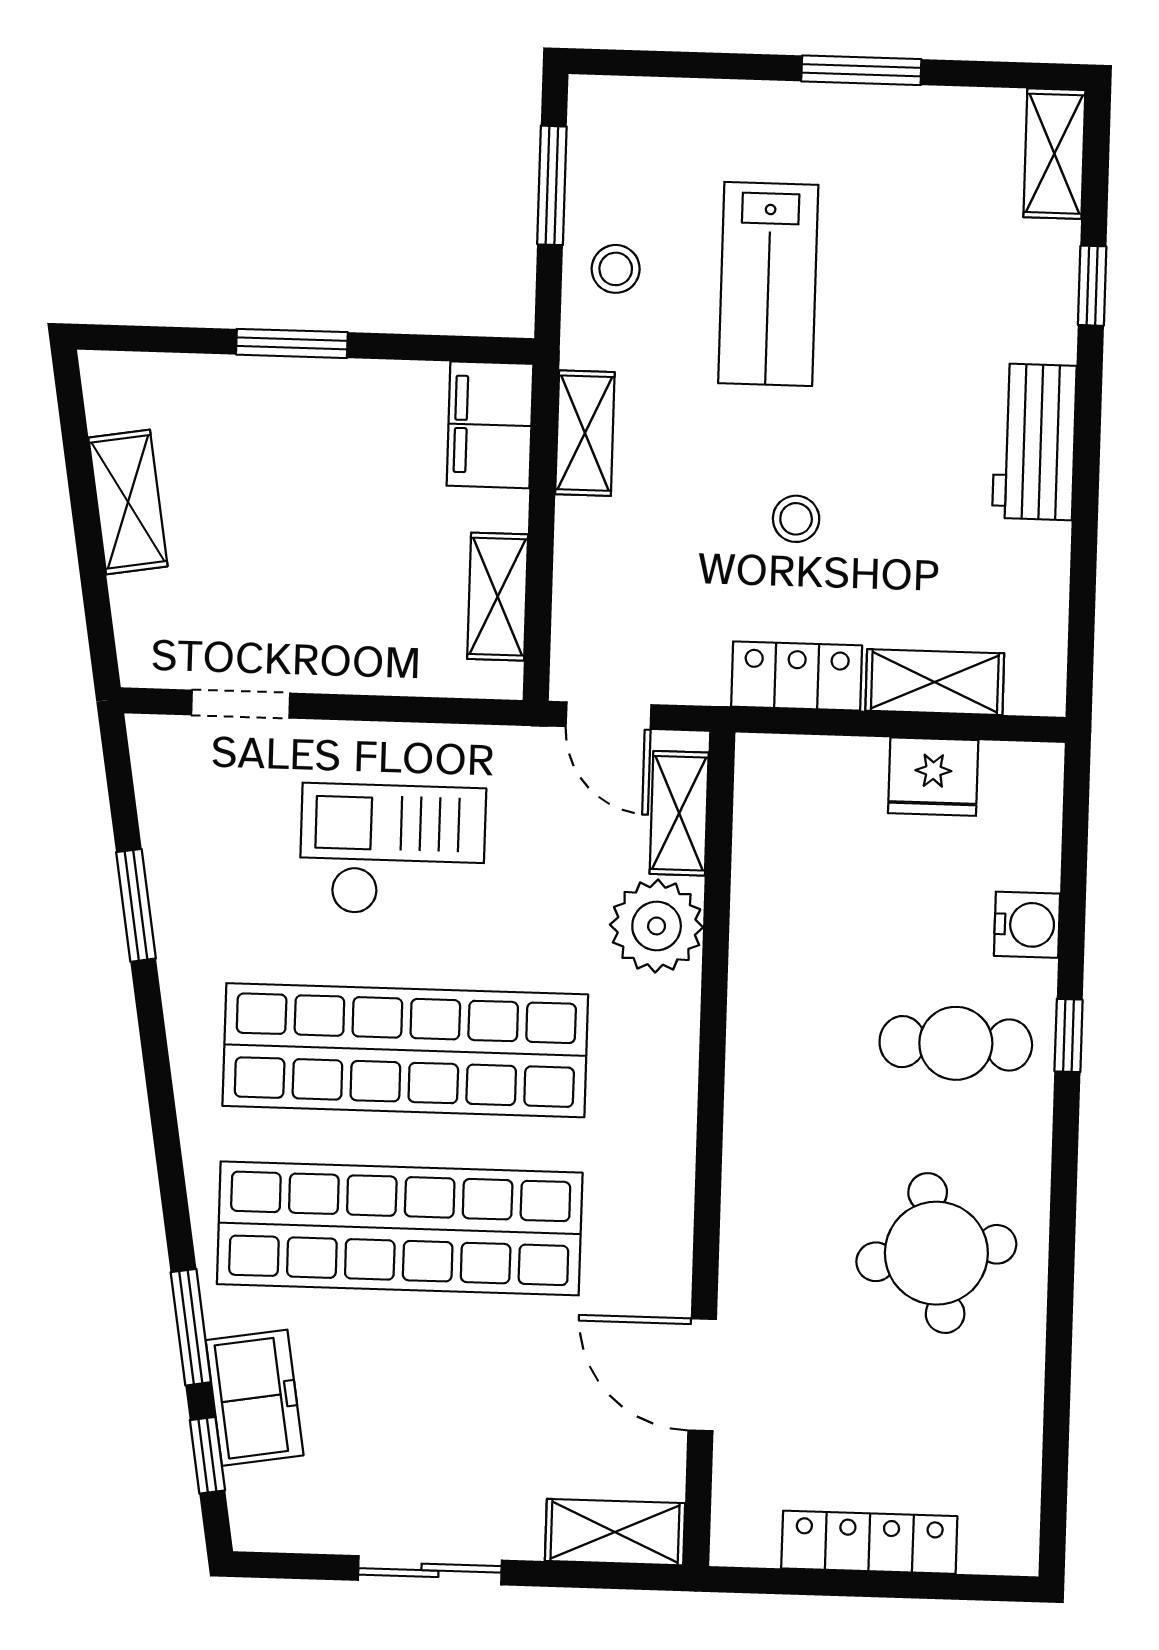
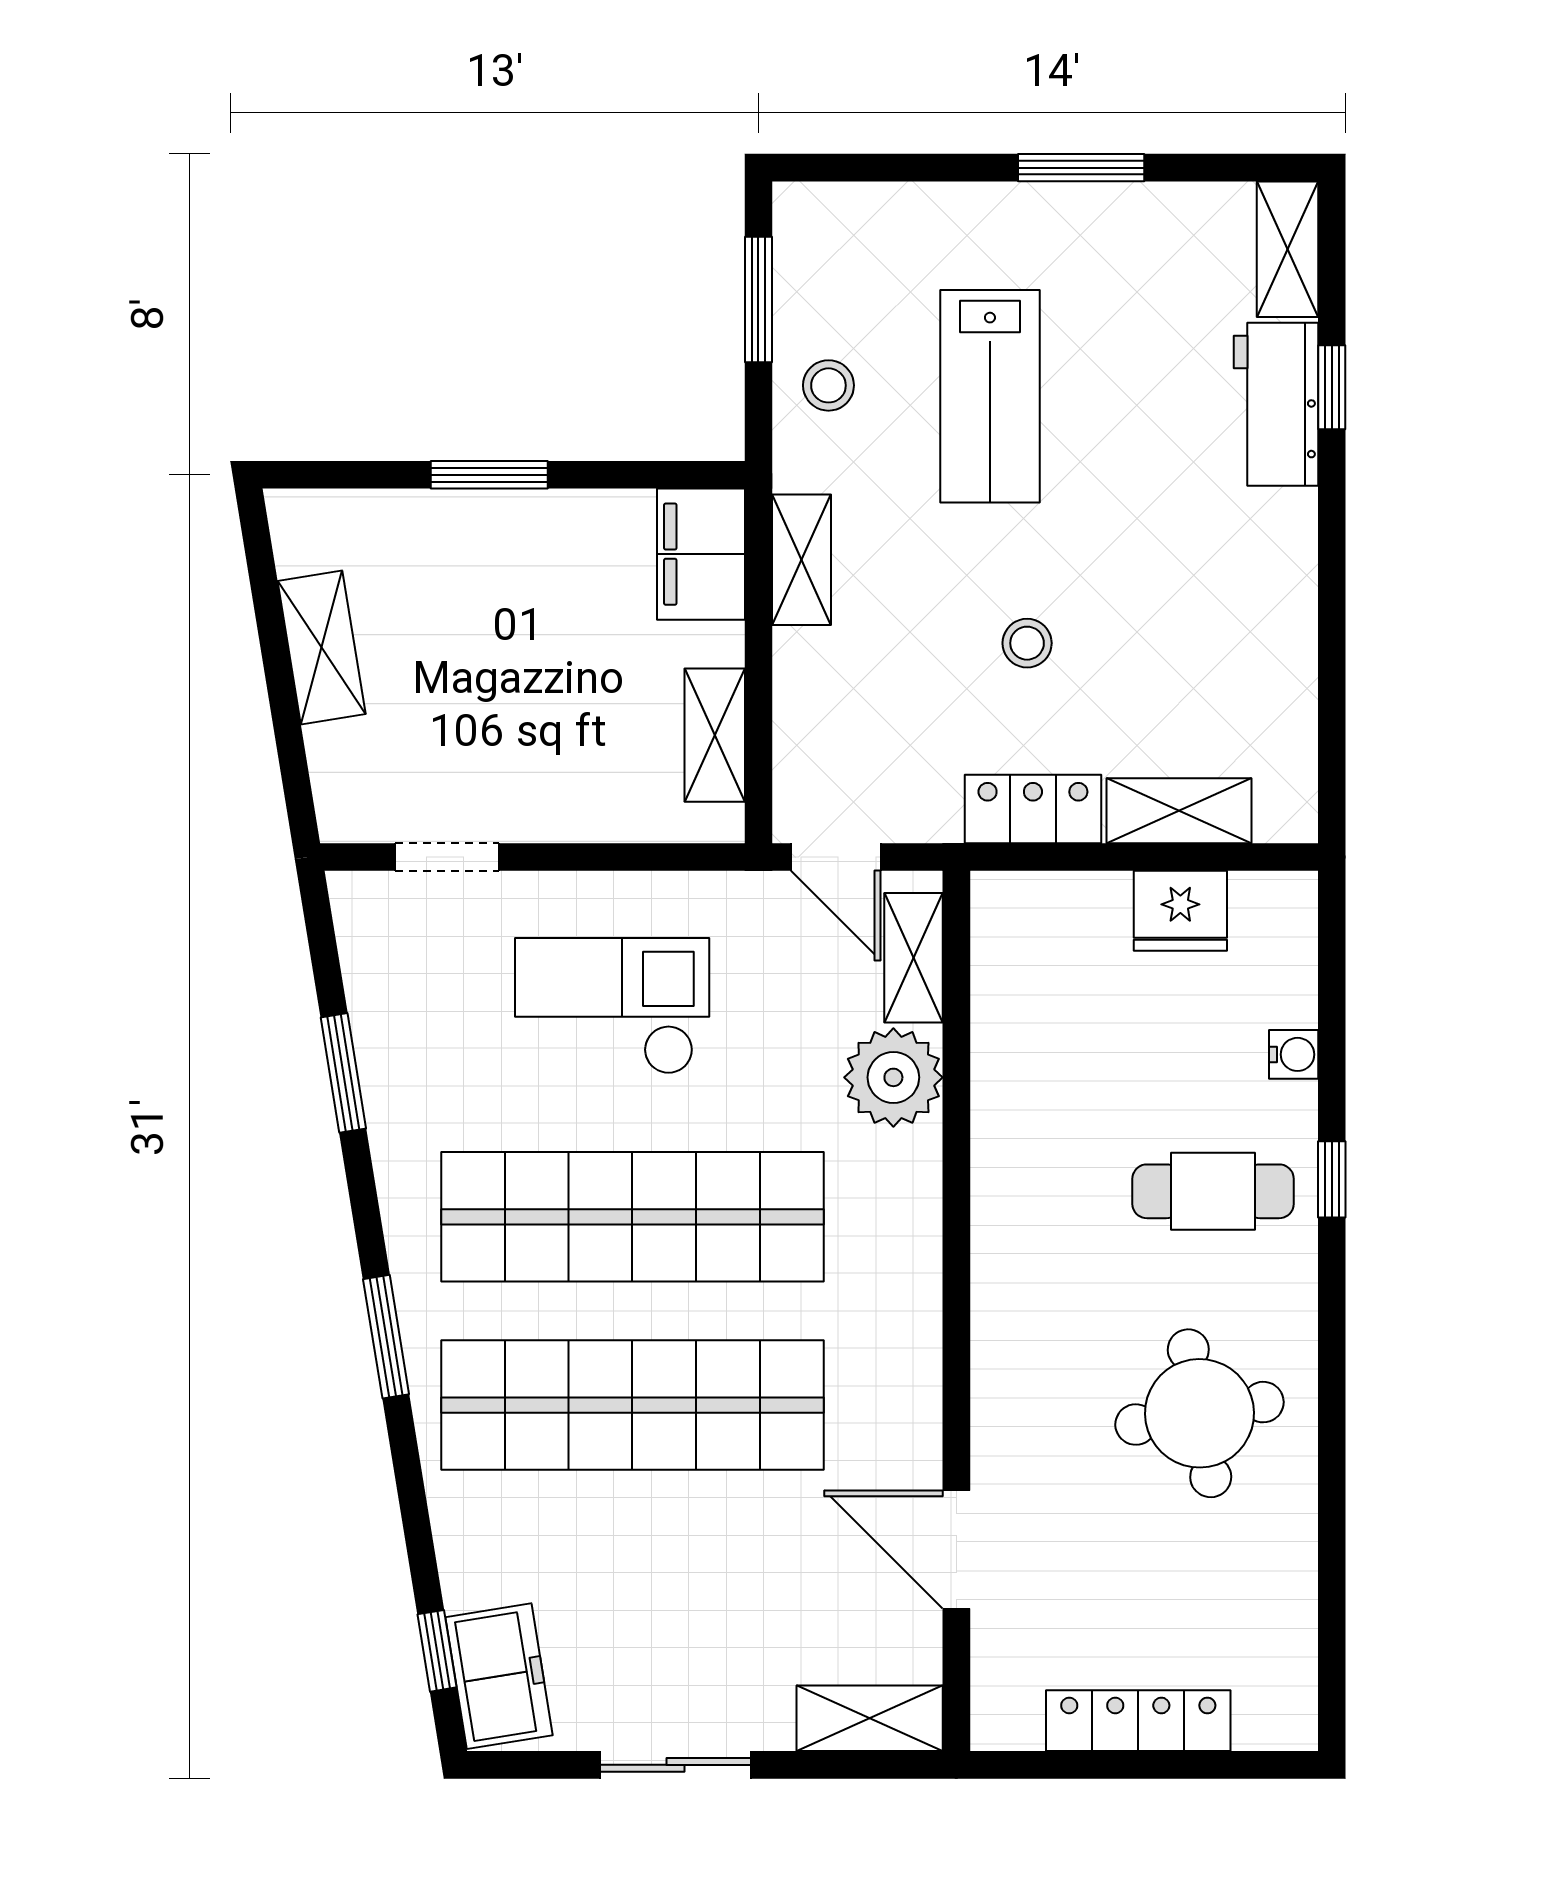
workbench: (1034, 442) -> (1276, 404), moved
water cooler: (1027, 925) -> (1294, 1054), width x0.72, depth x0.72
window: (191, 1327) -> (386, 1337), moved
freezer: (255, 1398) -> (499, 1676), moved

